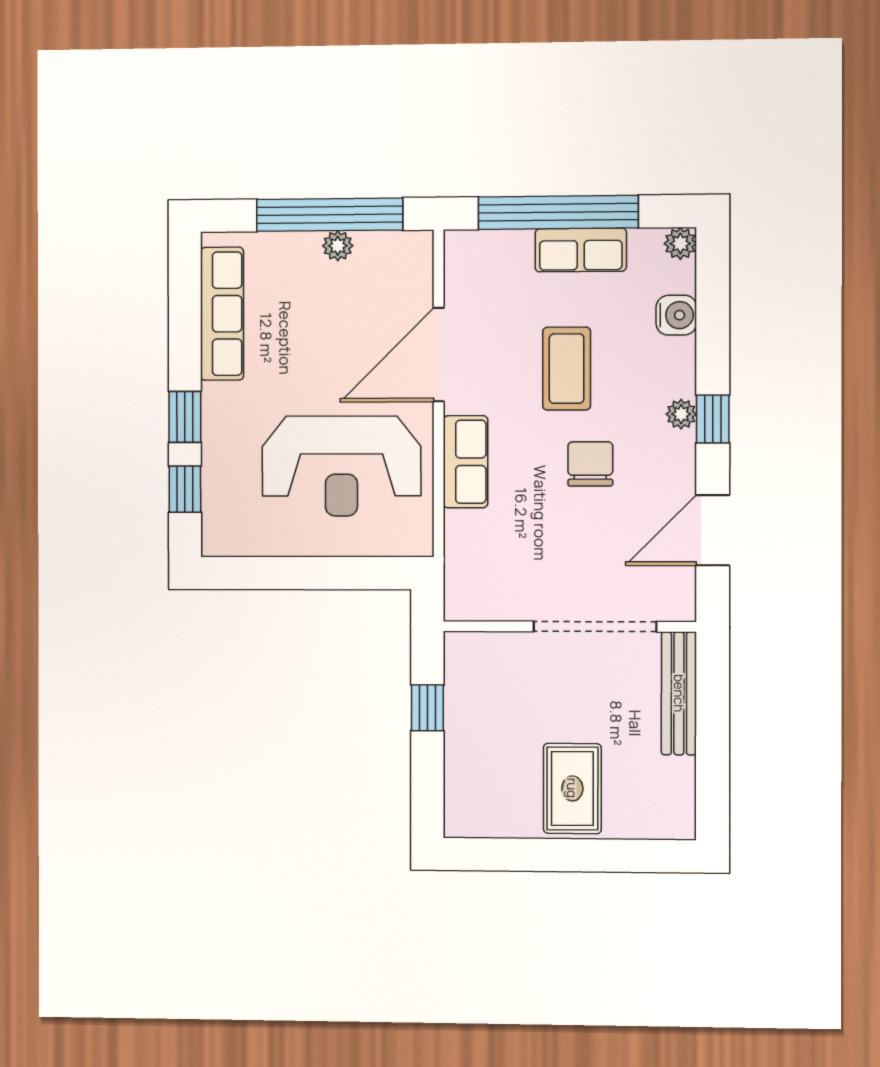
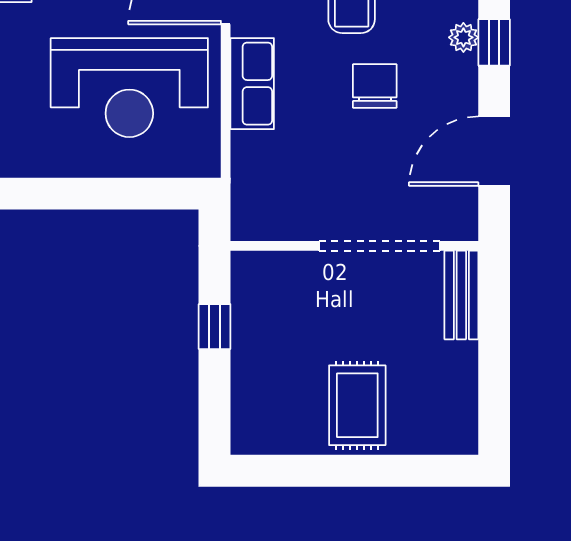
bench: (679, 693) -> (461, 295), width x0.73

